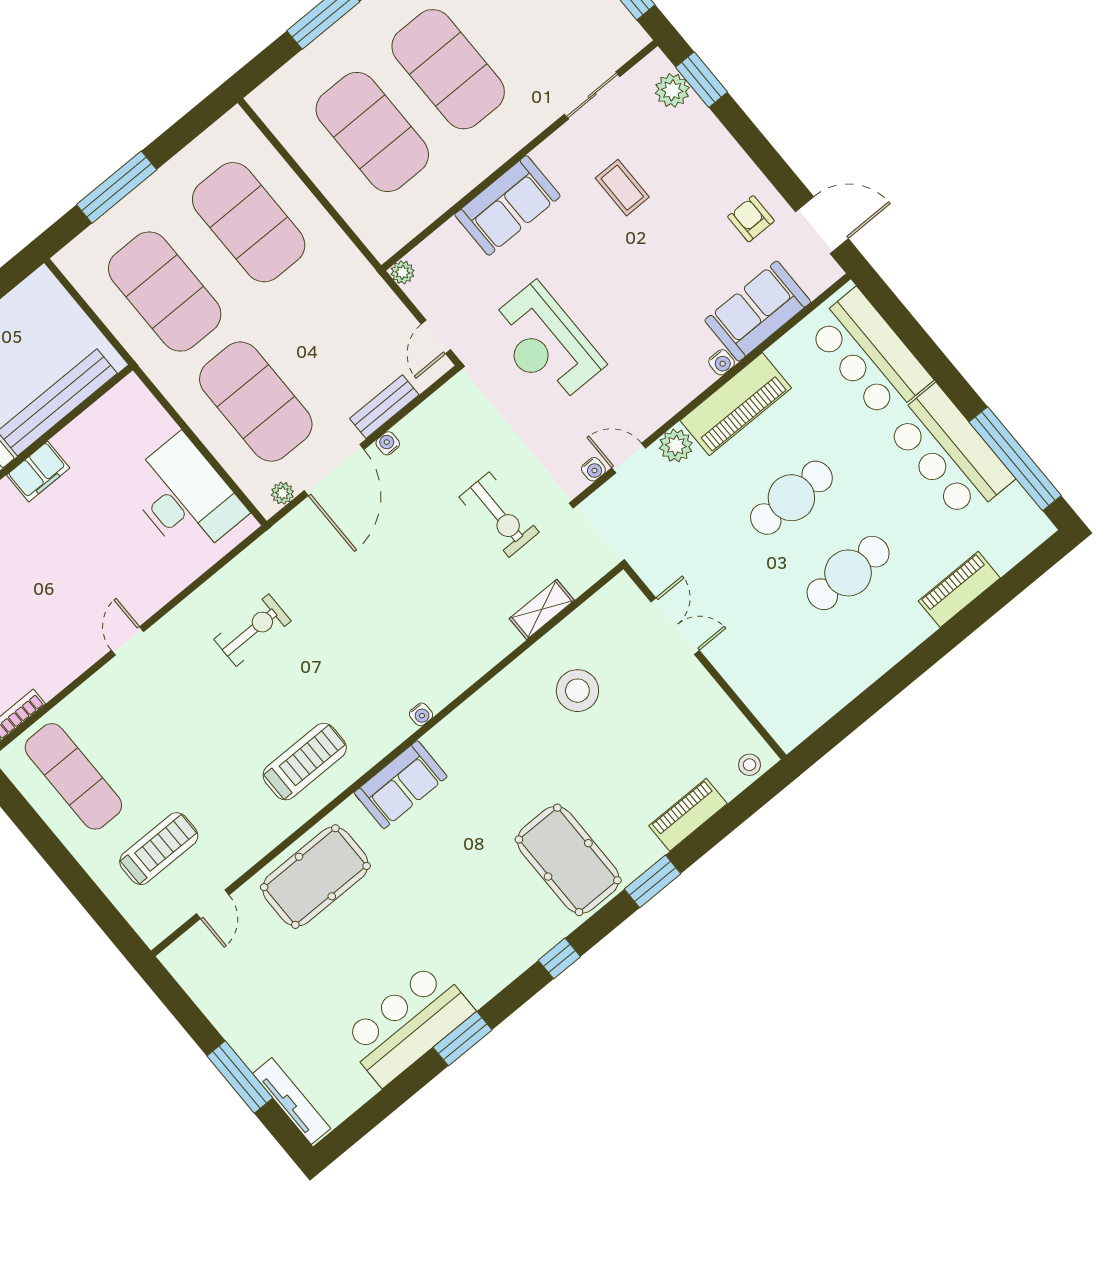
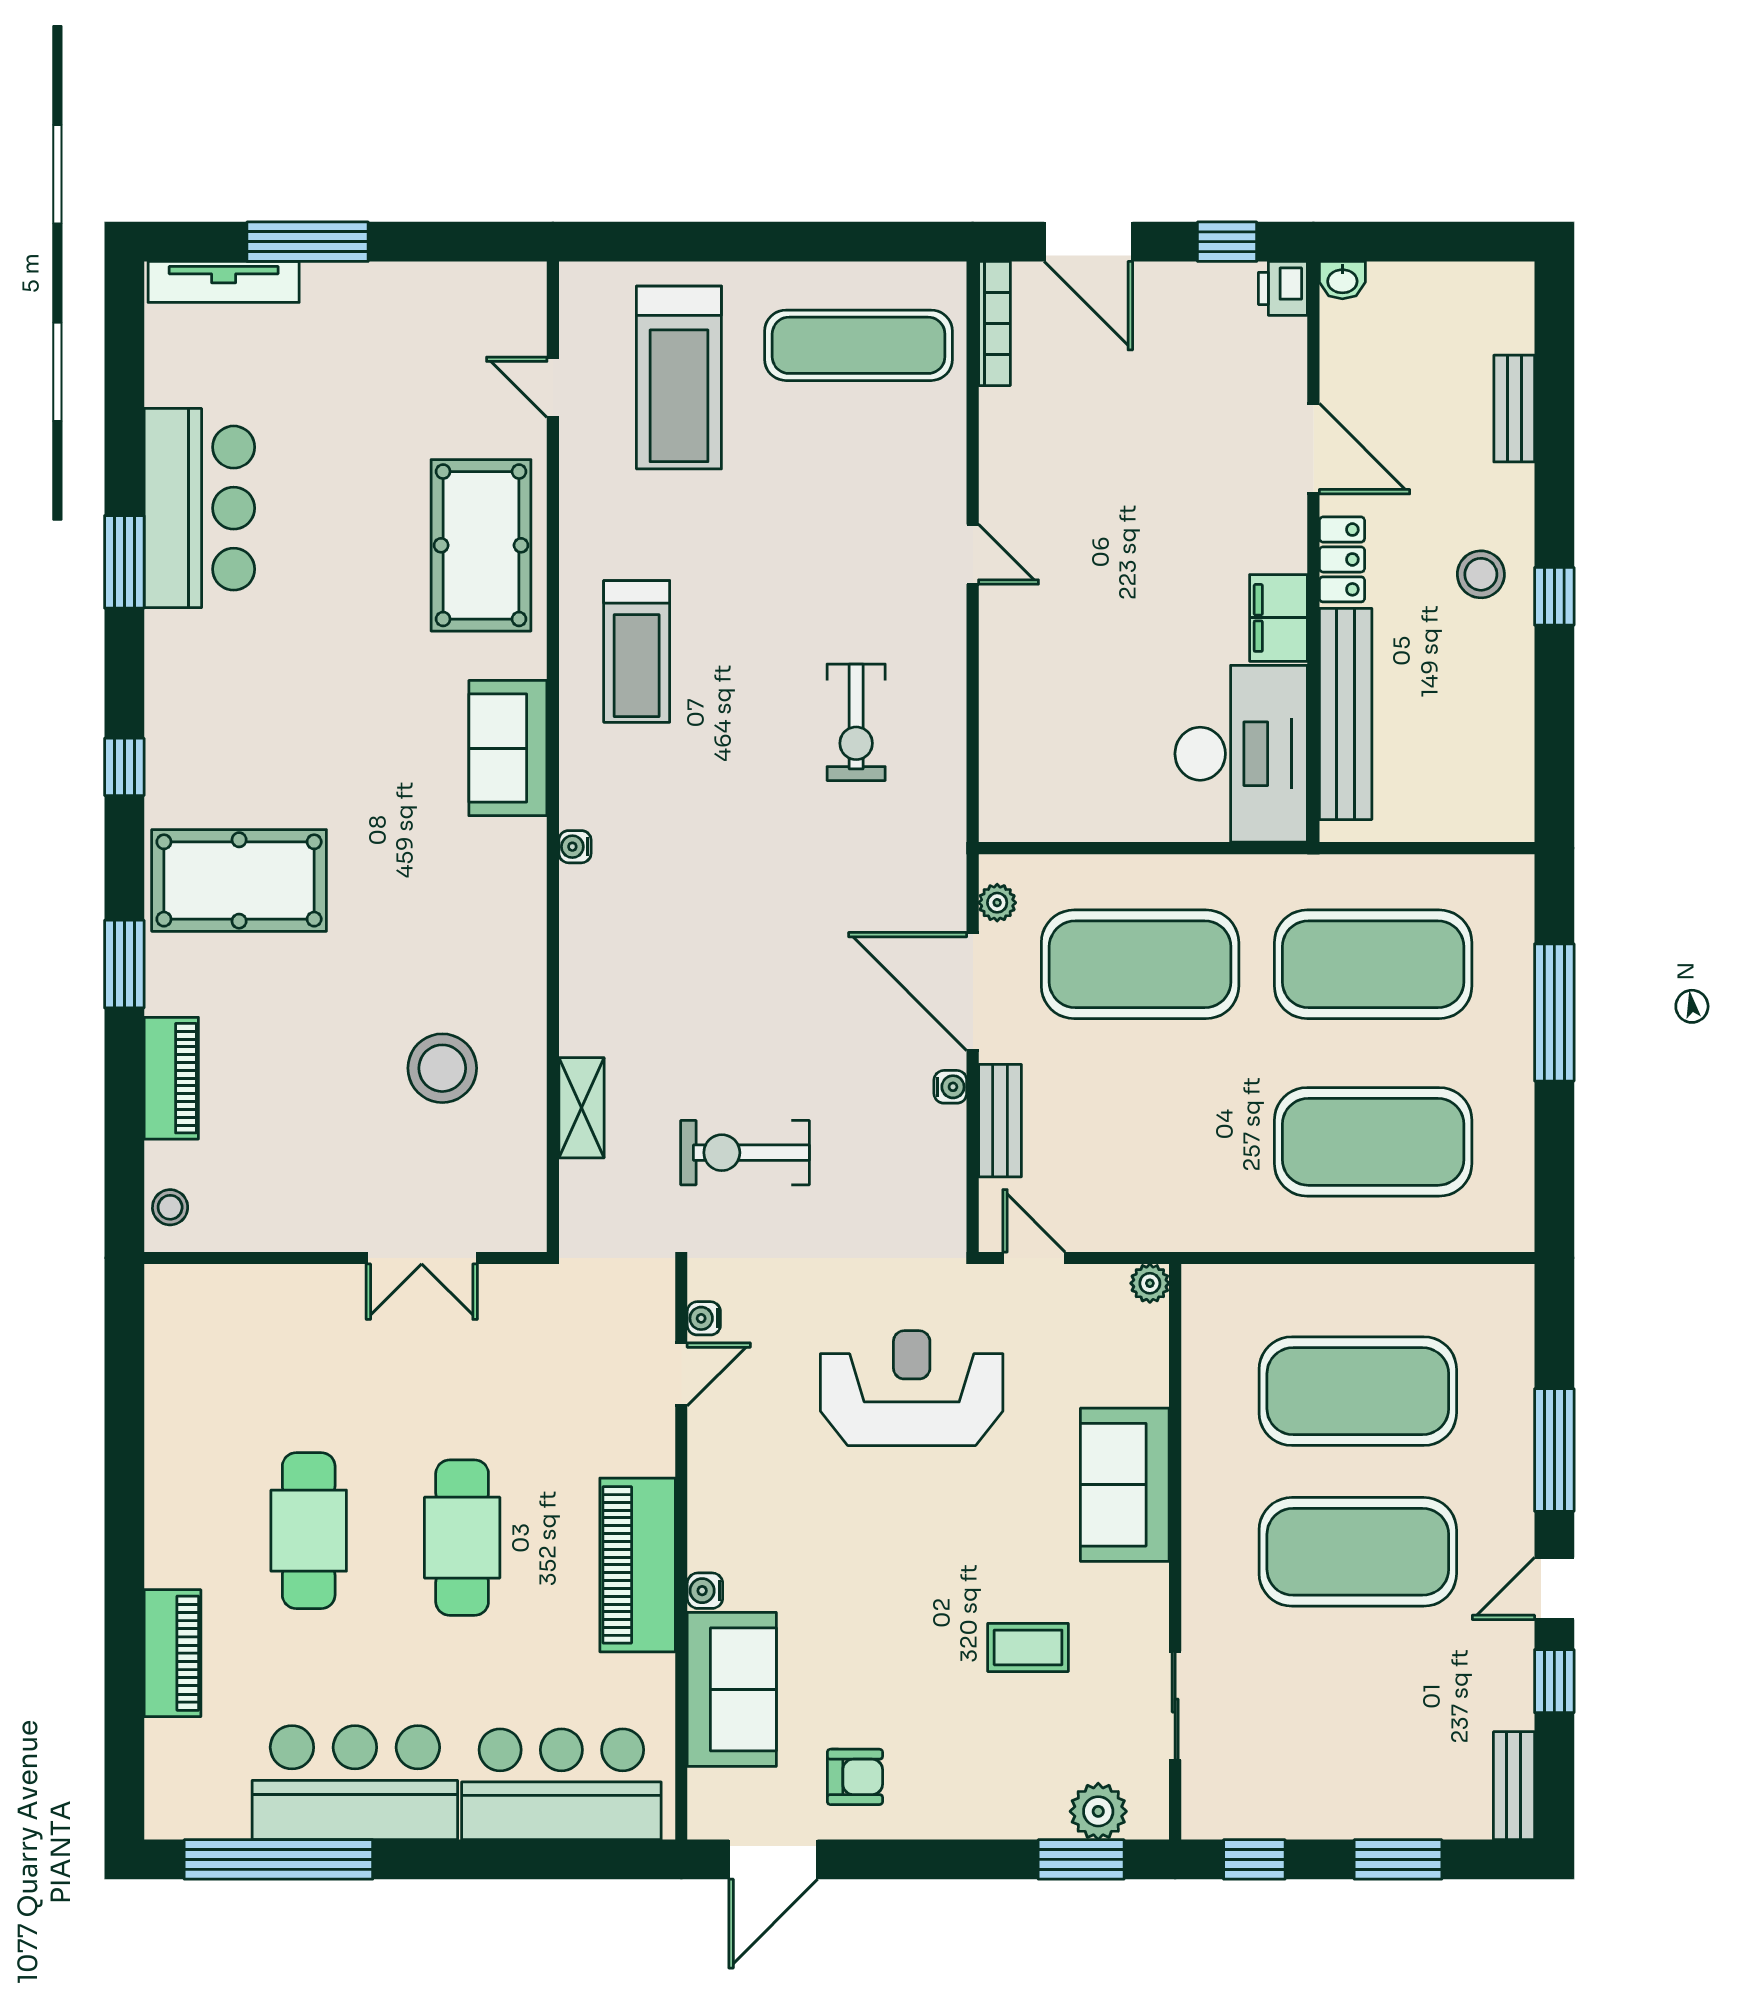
plant: (676, 446) -> (648, 1447), removed
desk: (185, 497) -> (1241, 754), moved, turned -90
treadmill: (159, 849) -> (679, 377), width x1.37, depth x1.38

